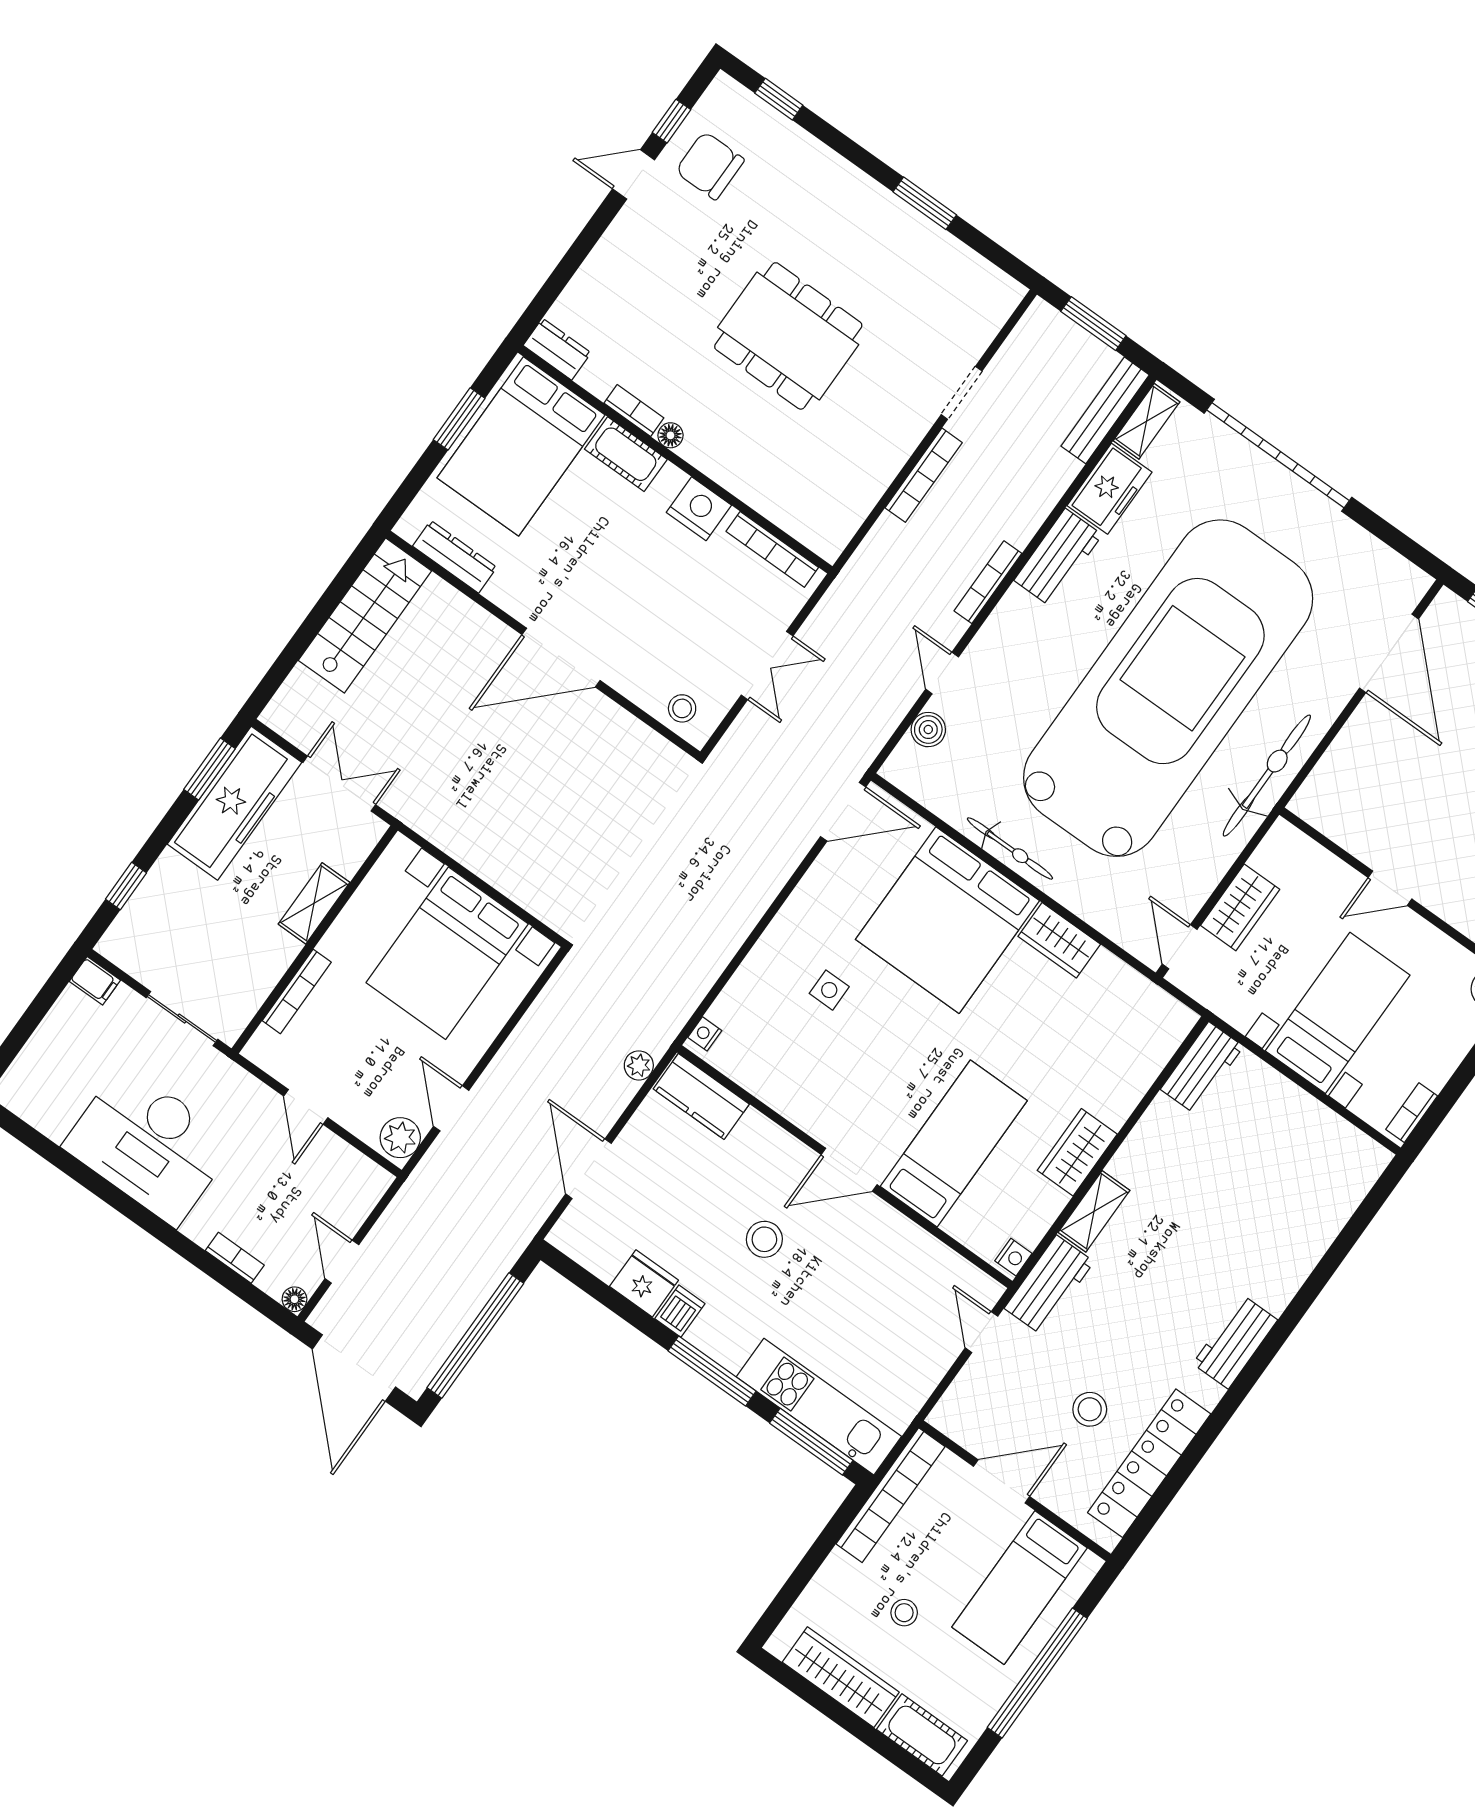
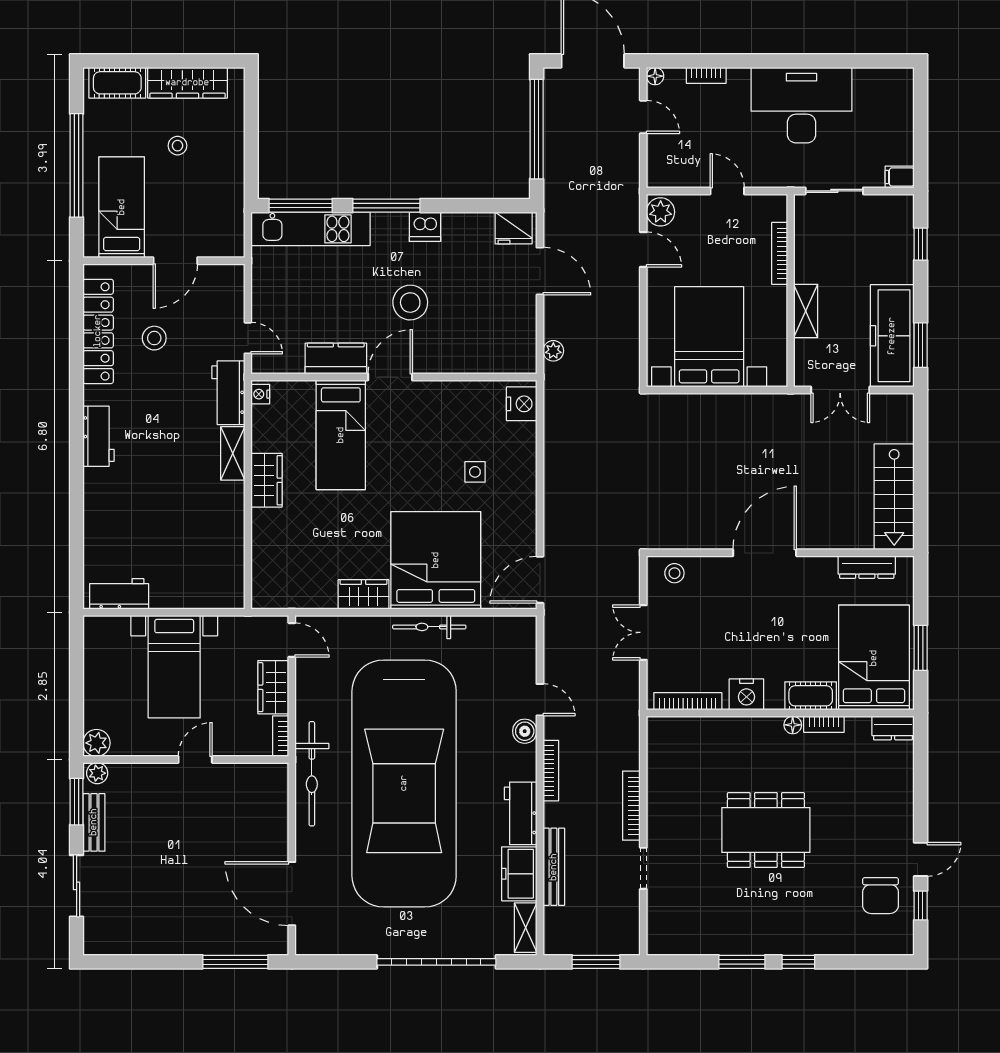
window: (779, 99) -> (798, 962), moved
chair: (710, 166) -> (881, 896), turned 90
bench: (1105, 410) -> (554, 867), moved
boiler: (928, 730) -> (525, 731), moved
nightstand: (705, 1034) -> (522, 404), width x1.89, depth x1.79
workbench: (1202, 1068) -> (119, 594), moved, turned 90
kitchen counter: (701, 1096) -> (336, 359), moved
bookcase: (1412, 1113) -> (281, 736), moved, turned 180
stool: (764, 1239) -> (410, 303), width x1.38, depth x1.38
fridge: (644, 1283) -> (514, 228), moved
dishwasher: (680, 1311) -> (425, 227), width x1.38
bookcase: (890, 1495) -> (233, 207), removed

